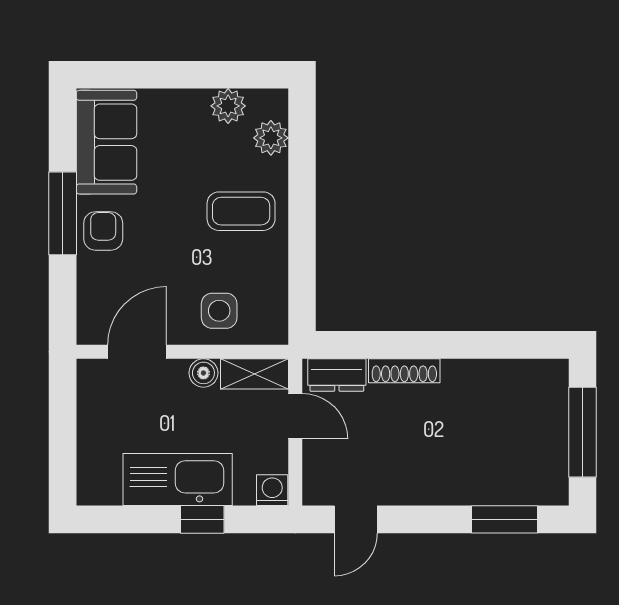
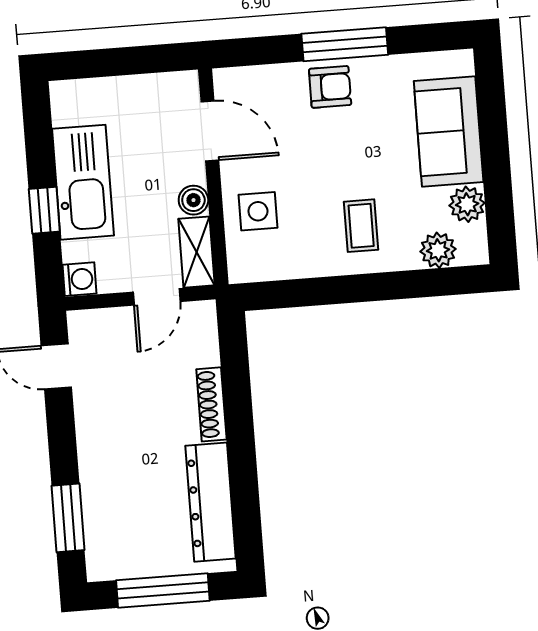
sofa: (106, 142) -> (449, 132), moved, turned 90
coffee table: (241, 211) -> (361, 226), width x0.73, depth x0.77
dresser: (337, 375) -> (211, 502), moved, width x1.96, depth x1.24

